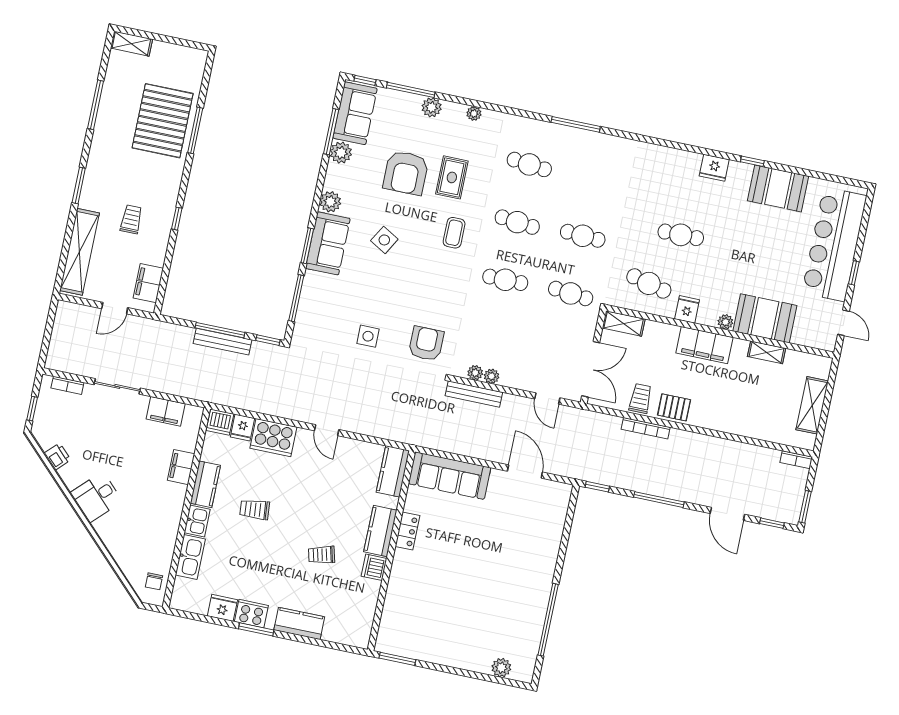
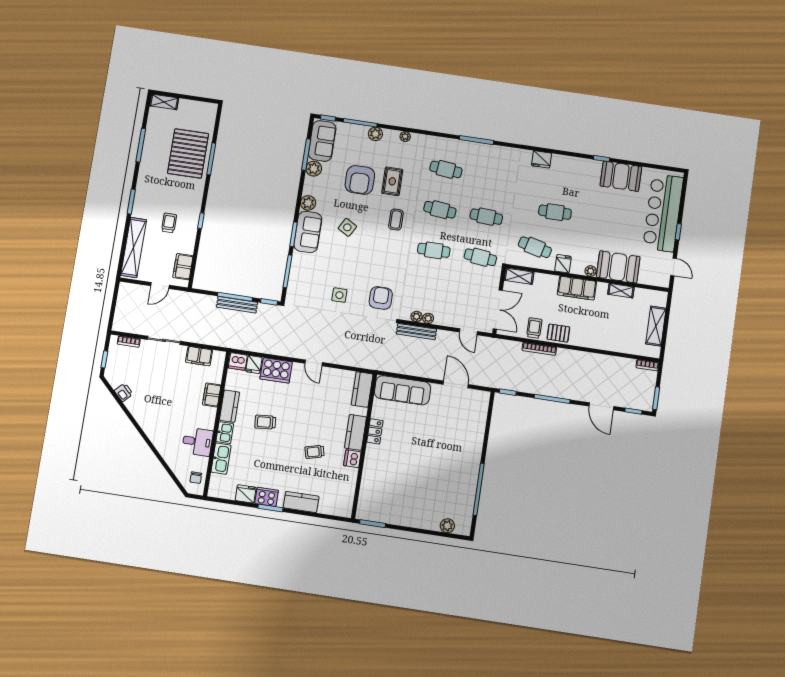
fridge: (714, 168) -> (542, 159), moved
desk: (96, 497) -> (197, 442), moved, turned -135

